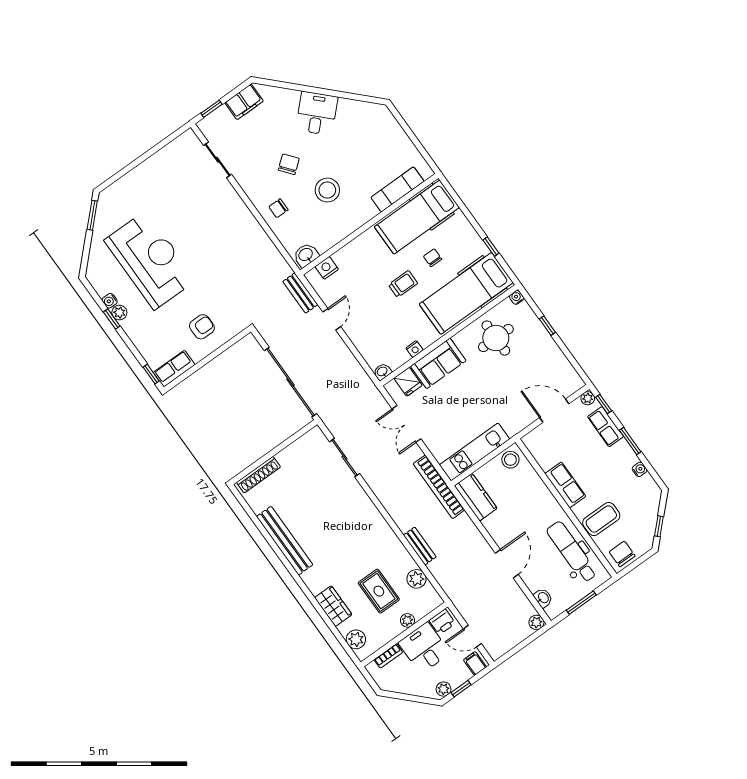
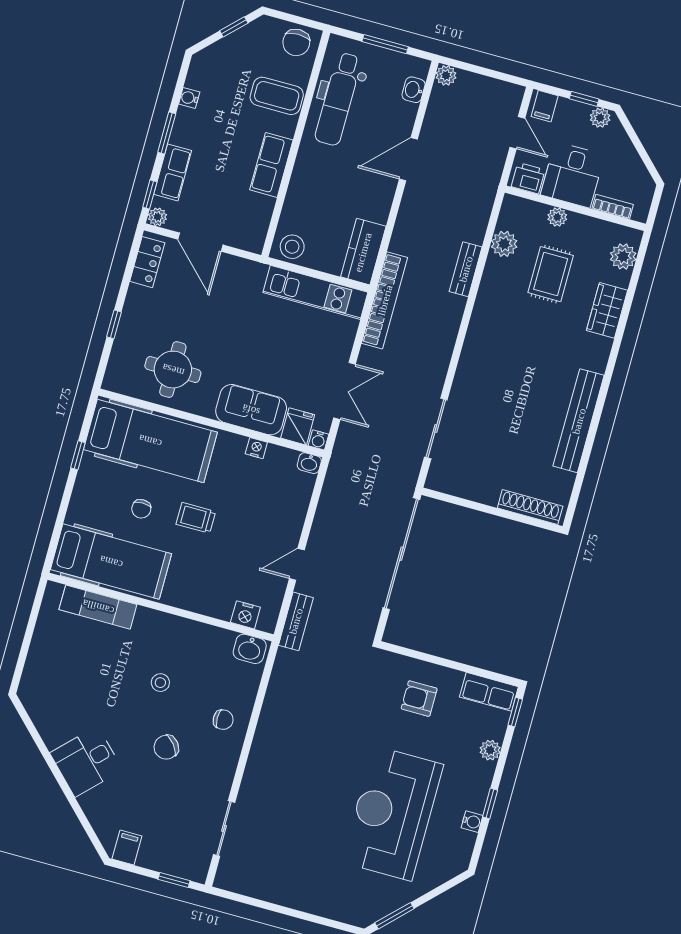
filing cabinet: (244, 102) -> (127, 848), width x0.50
stool: (327, 190) -> (160, 683), width x0.53, depth x0.53
water cooler: (517, 297) -> (318, 440), moved
plant: (119, 312) -> (490, 750), moved
locker: (567, 372) -> (147, 262), added

